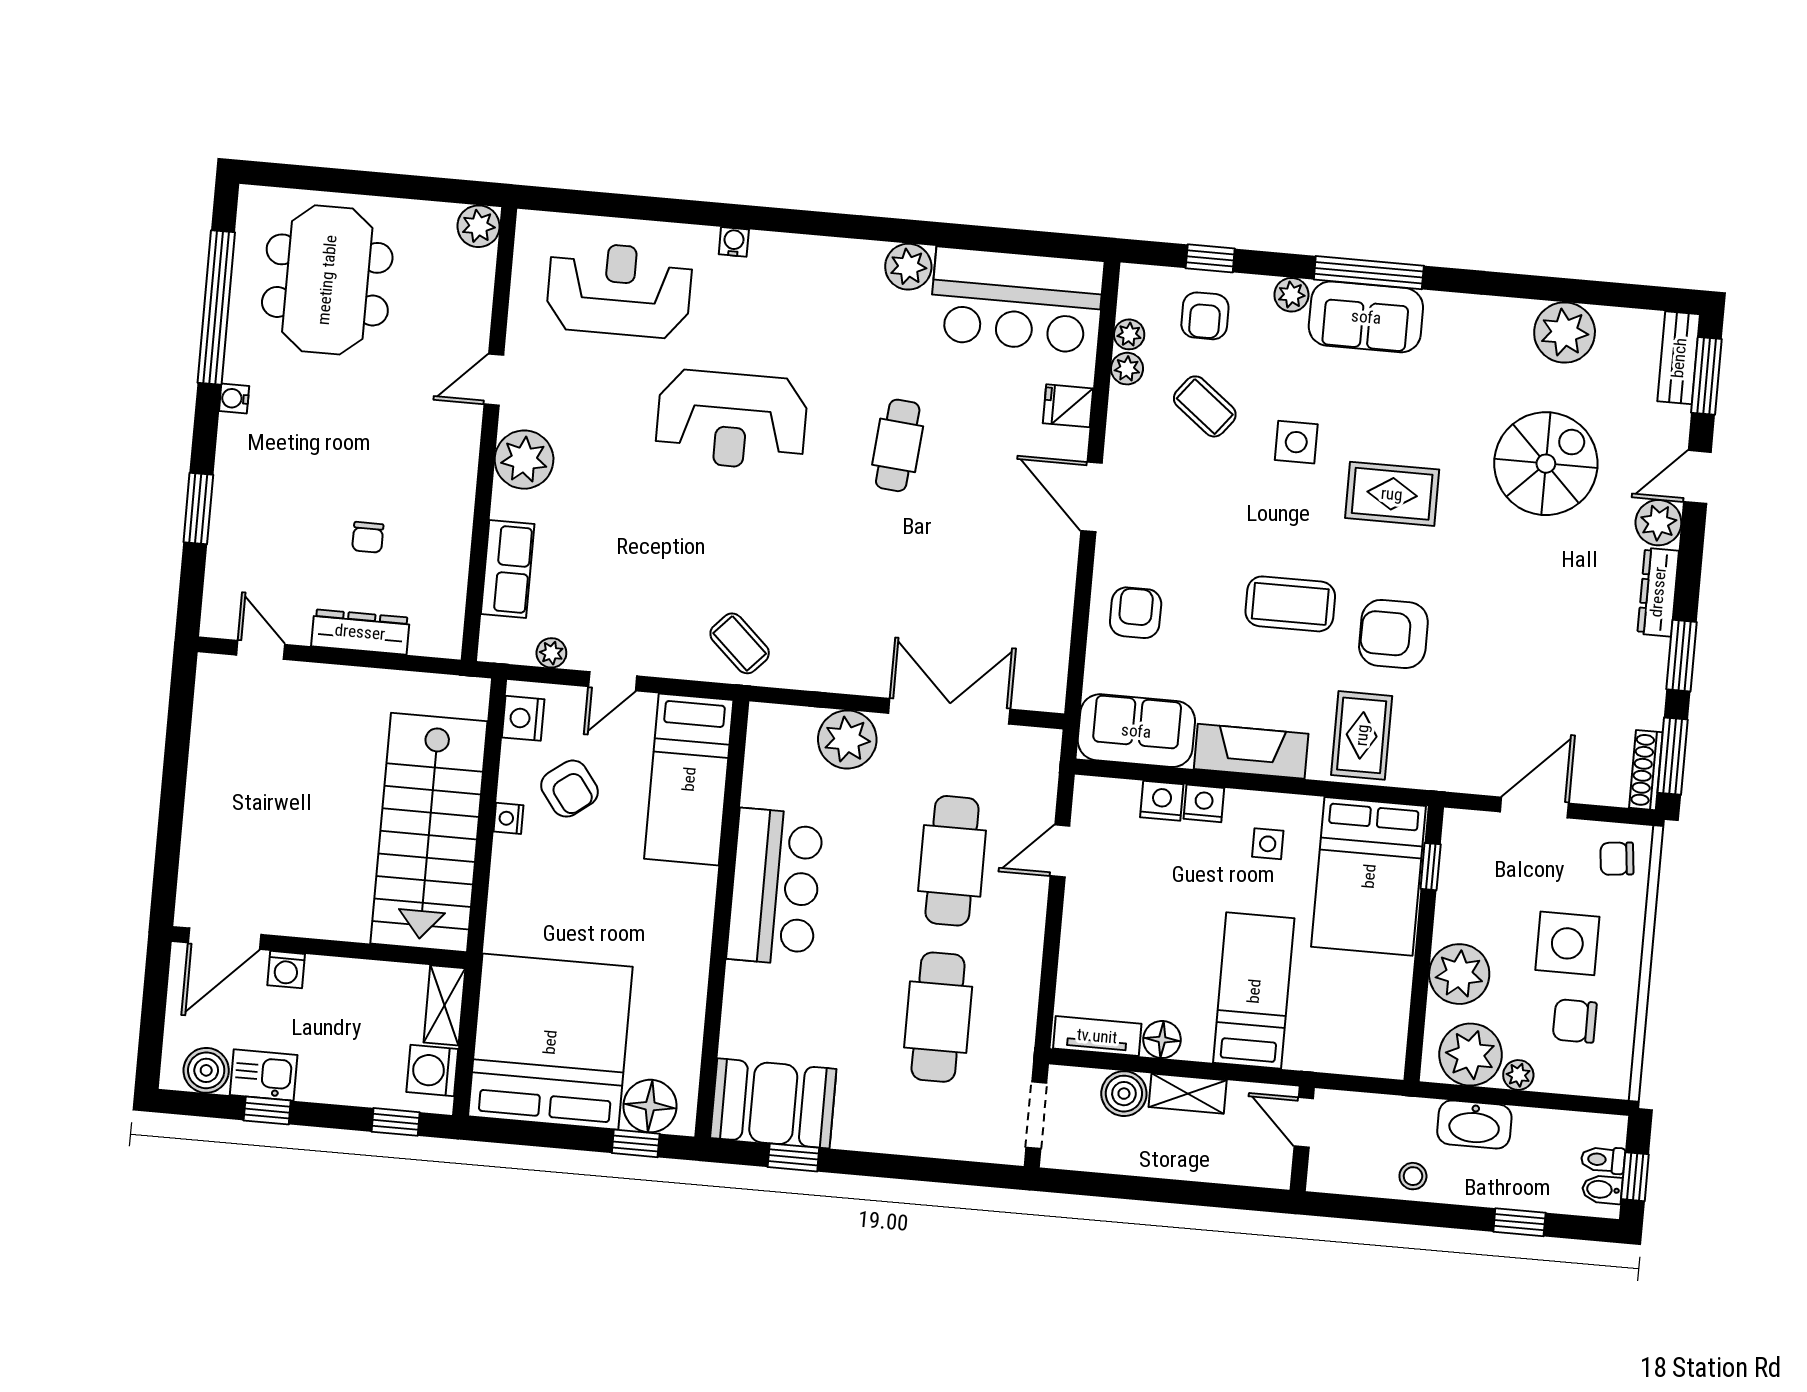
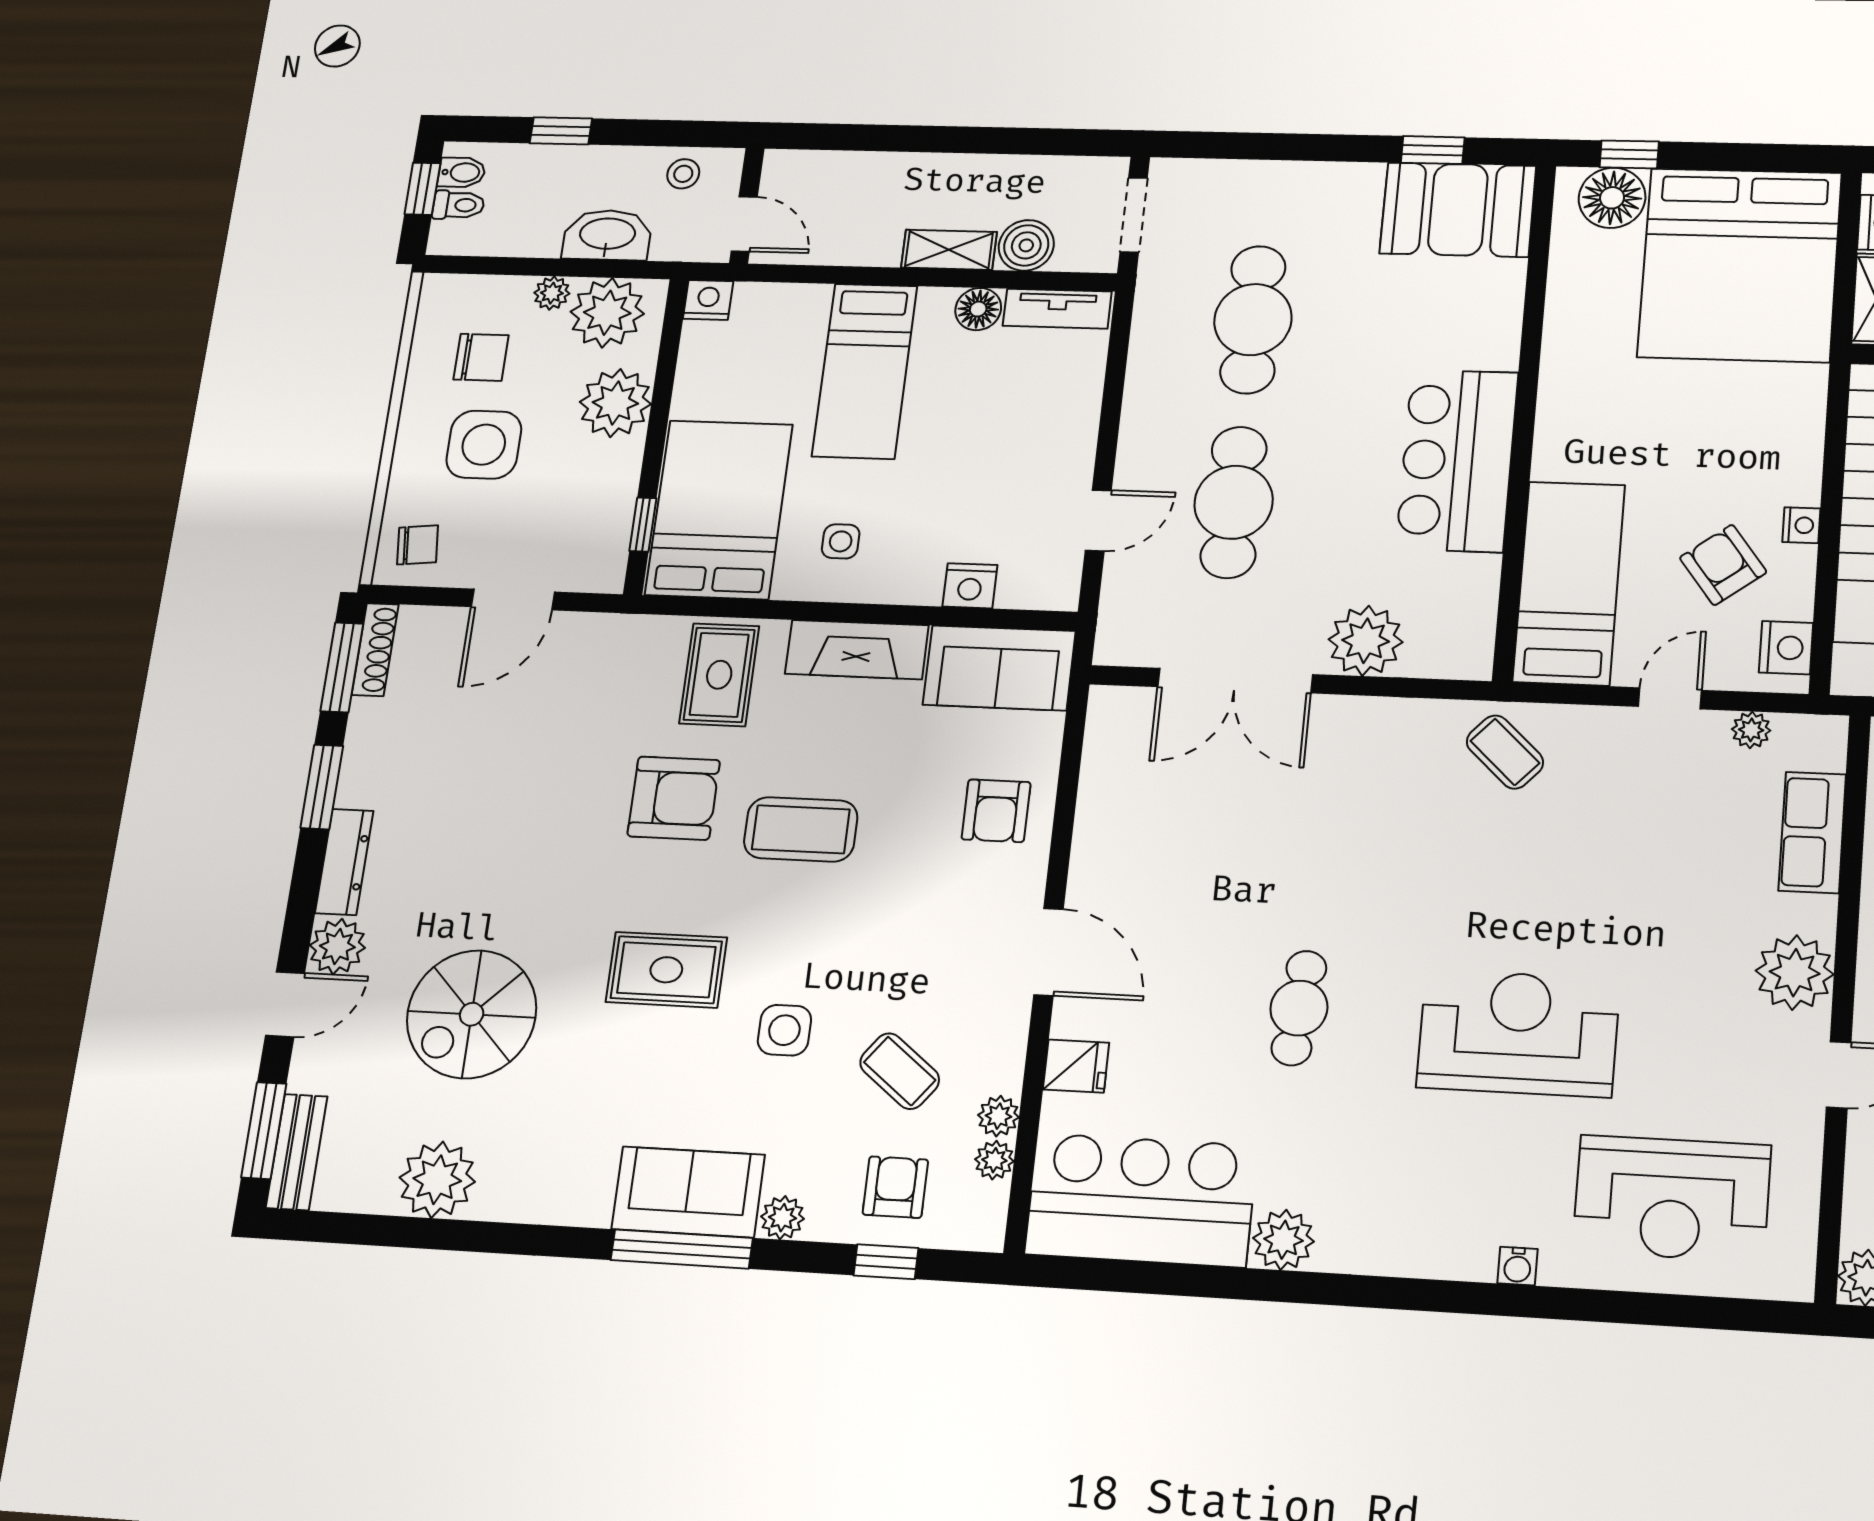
nightstand: (1204, 803) -> (708, 300), moved, turned 180
door: (1304, 1122) -> (744, 224), moved
wall: (1302, 1139) -> (747, 206), moved

